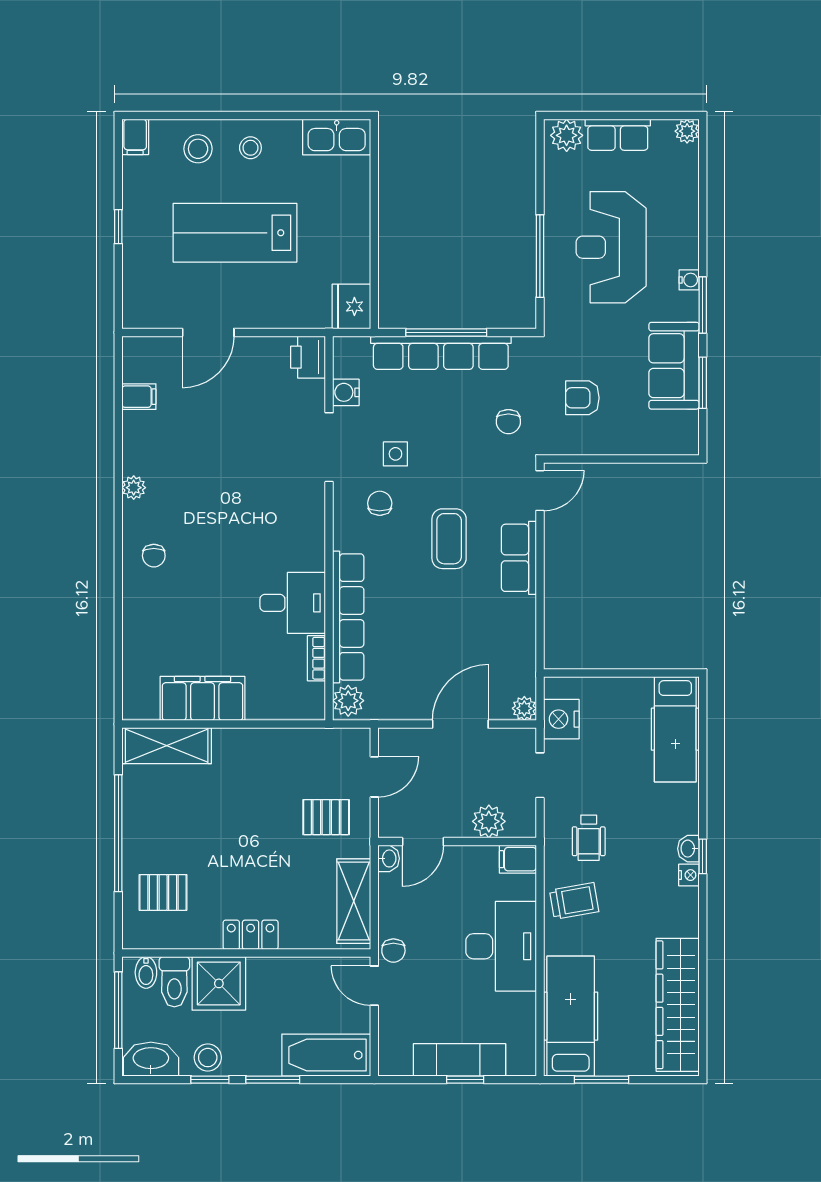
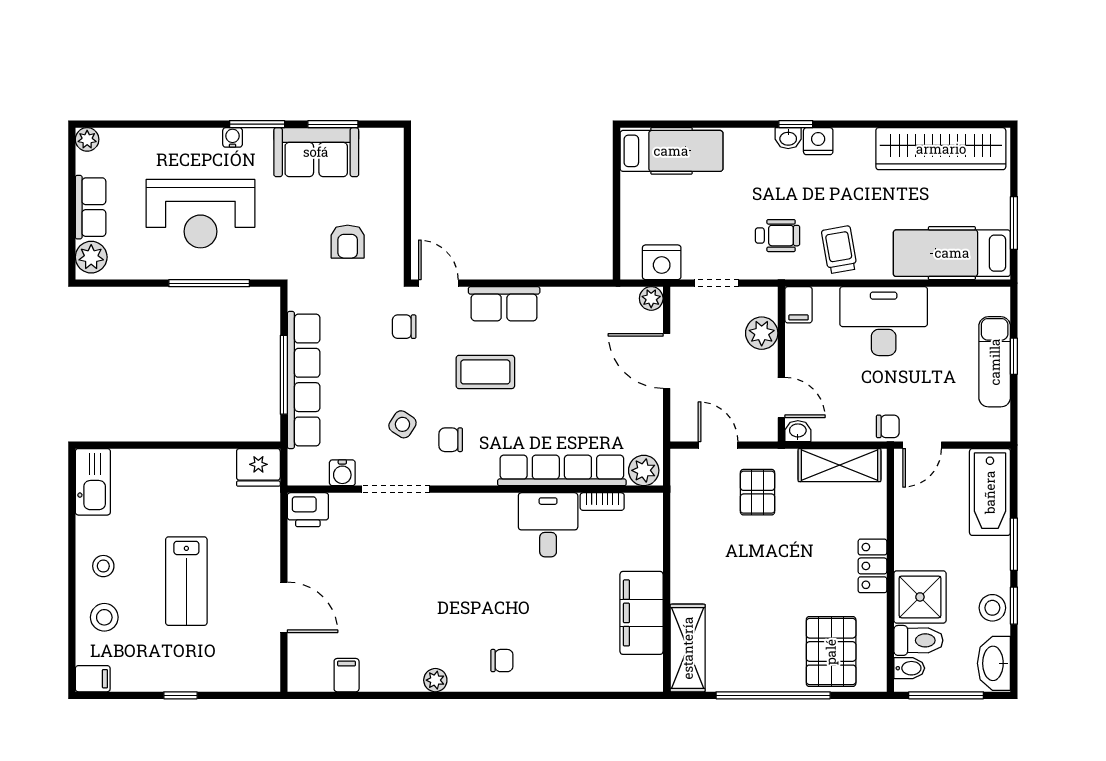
lab bench: (235, 233) -> (186, 581), width x0.73, depth x0.72
chair: (508, 422) -> (404, 327), moved, turned 180
side table: (395, 454) -> (402, 424), turned 33
nightstand: (689, 875) -> (818, 141), width x1.39, depth x1.35
pallet: (163, 892) -> (831, 652), width x1.50, depth x1.42

